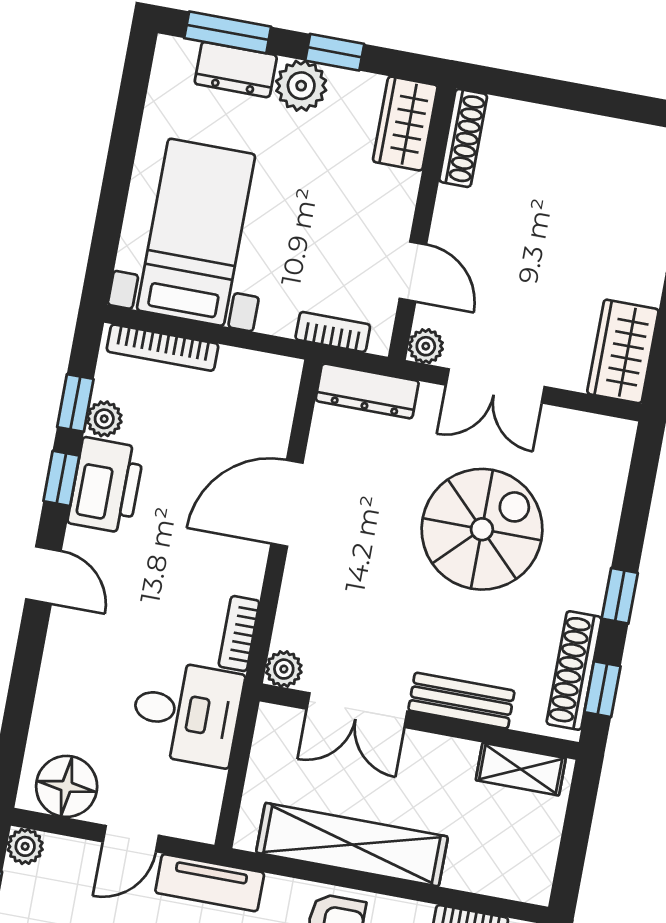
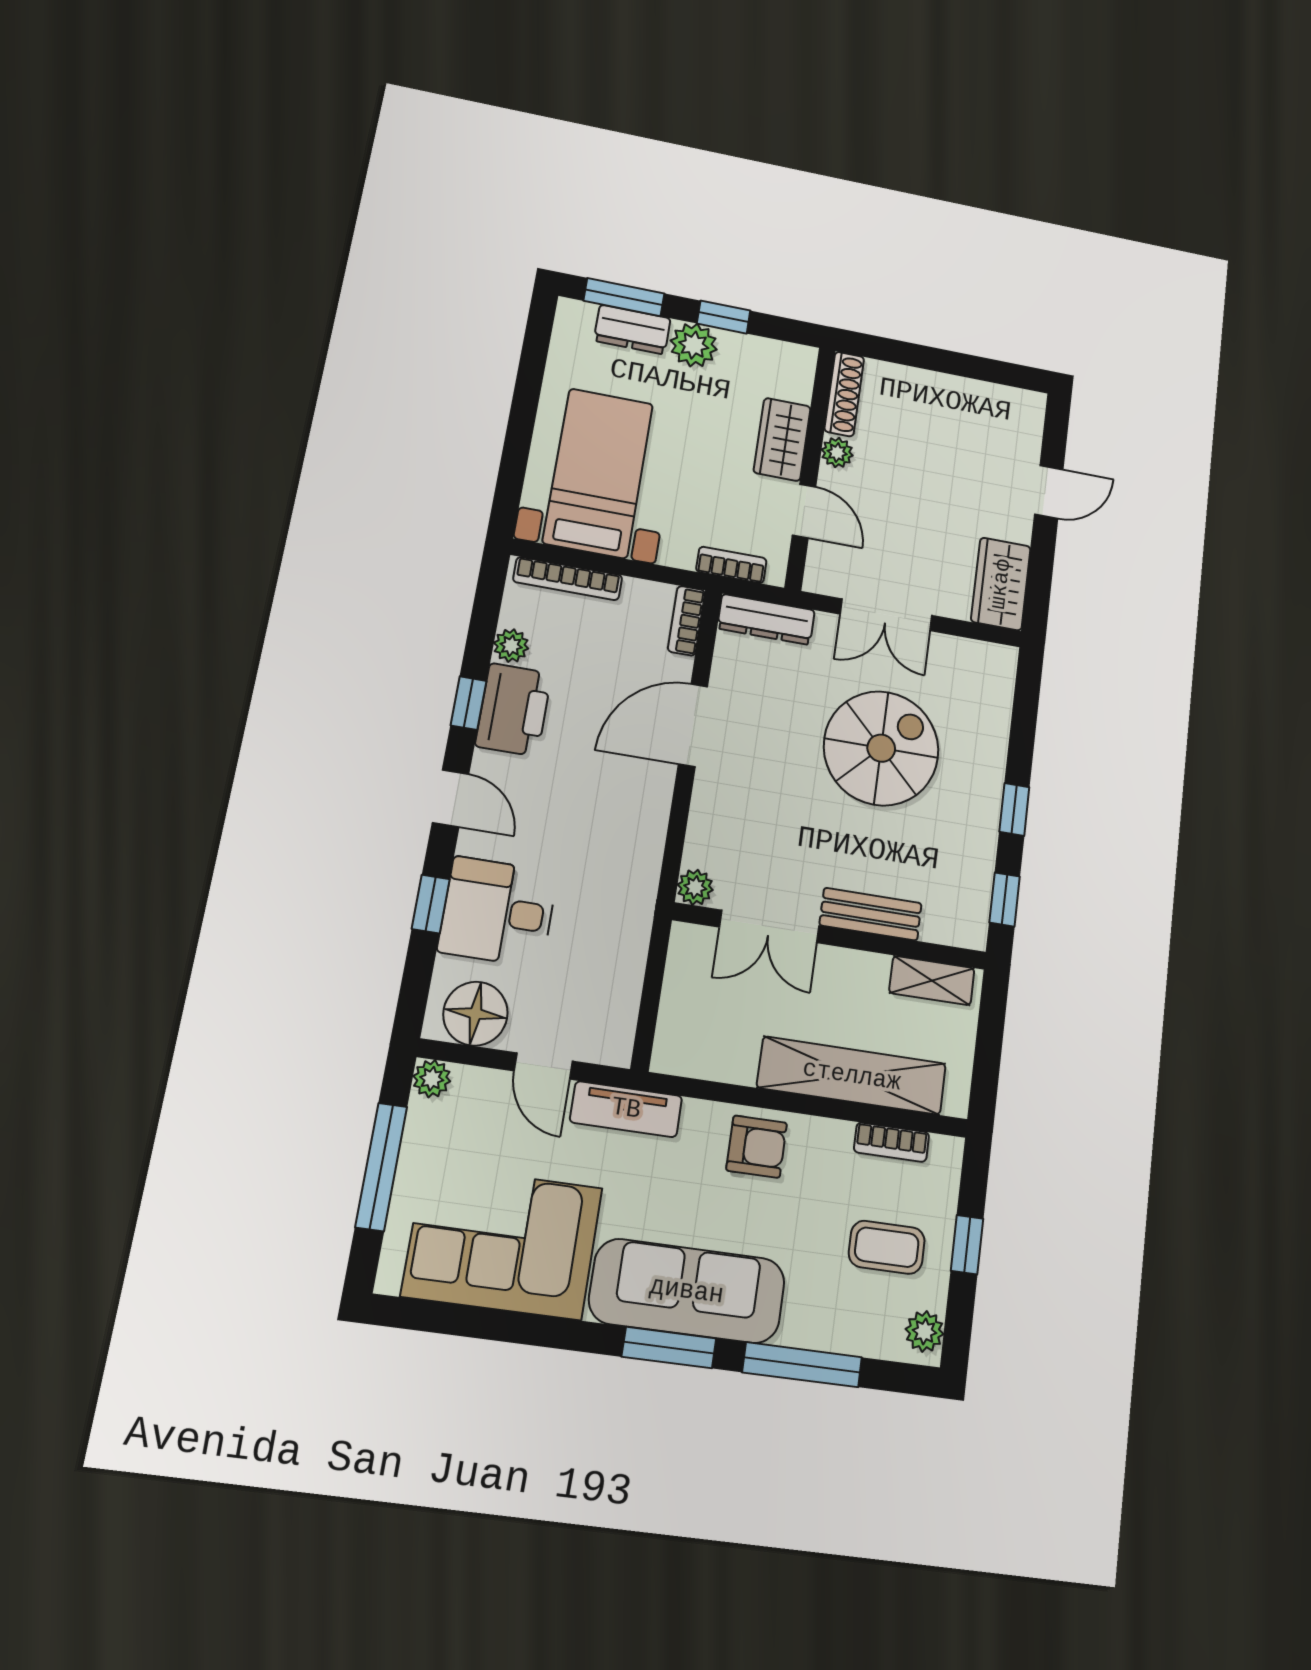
wardrobe: (405, 124) -> (782, 439), moved
plant: (426, 346) -> (837, 453), moved
window: (75, 403) -> (431, 904), moved
bookcase: (239, 634) -> (686, 621), moved
shoe rack: (574, 670) -> (977, 882), removed
desk: (186, 713) -> (498, 912), moved, turned 180
door: (131, 839) -> (543, 1066), hinge flipped
shelving: (352, 845) -> (852, 1076), moved

